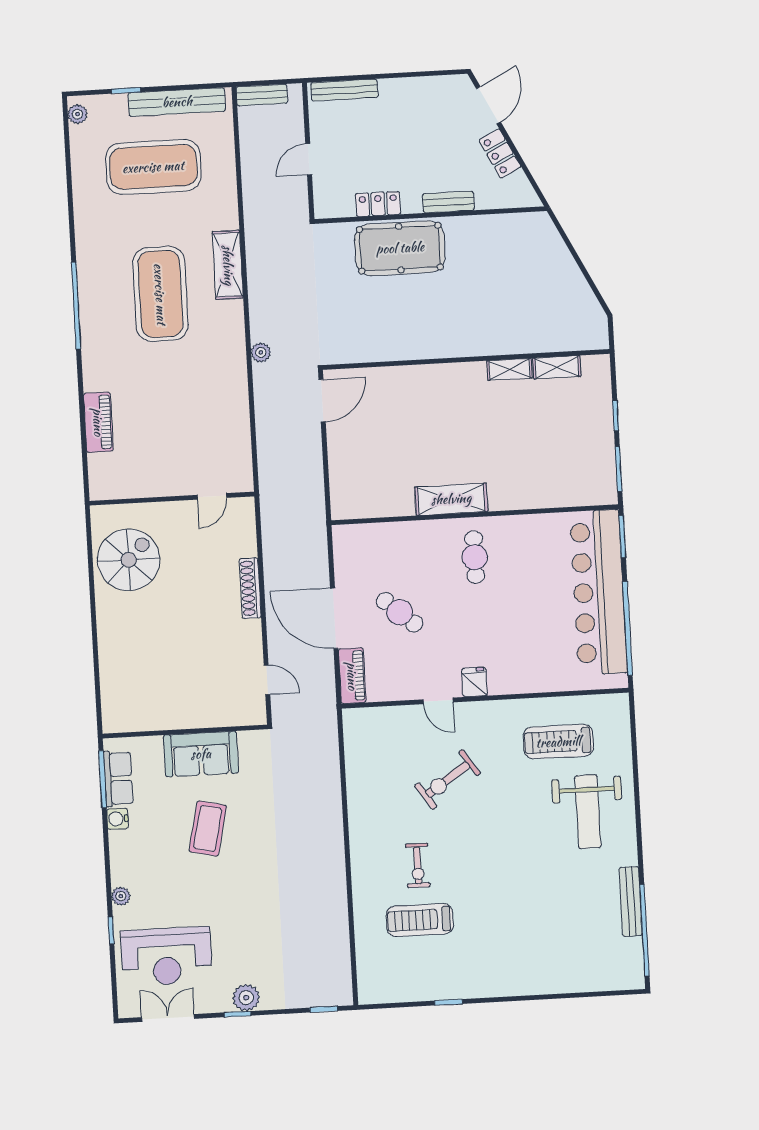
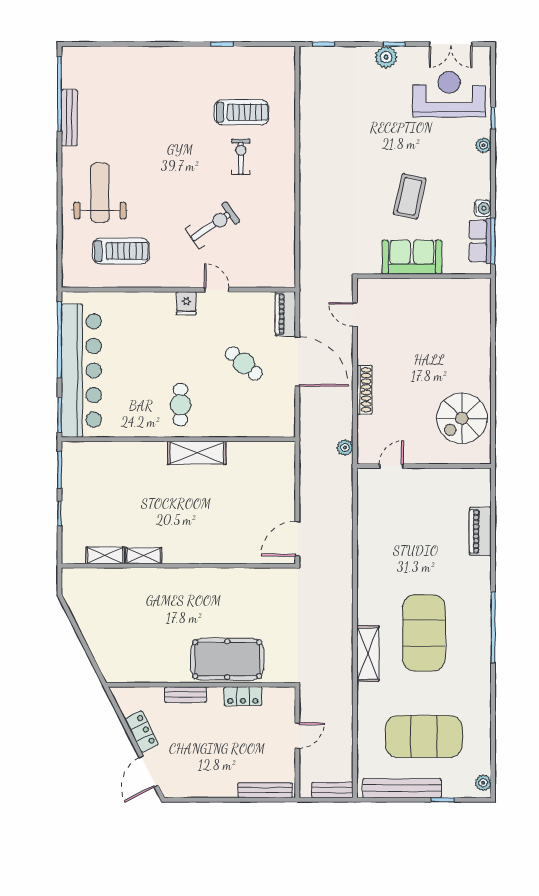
plant: (261, 352) -> (345, 448), moved

